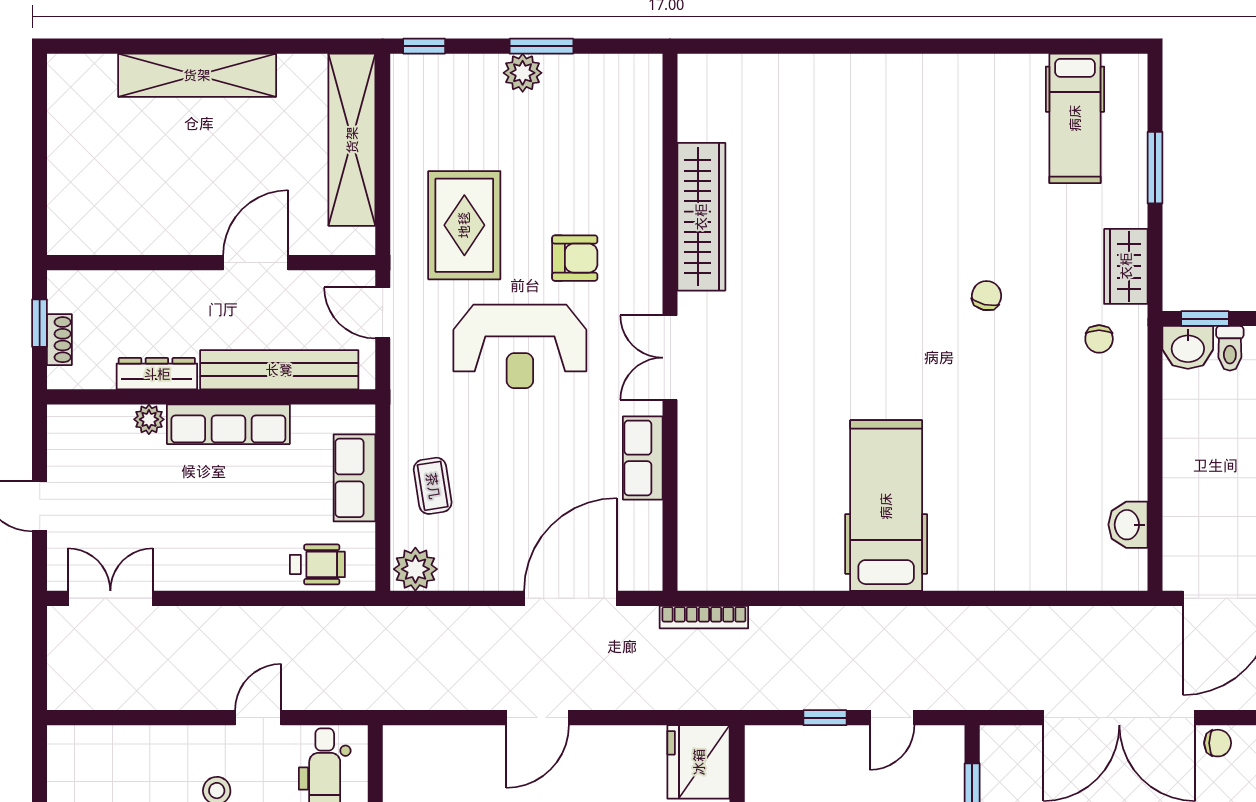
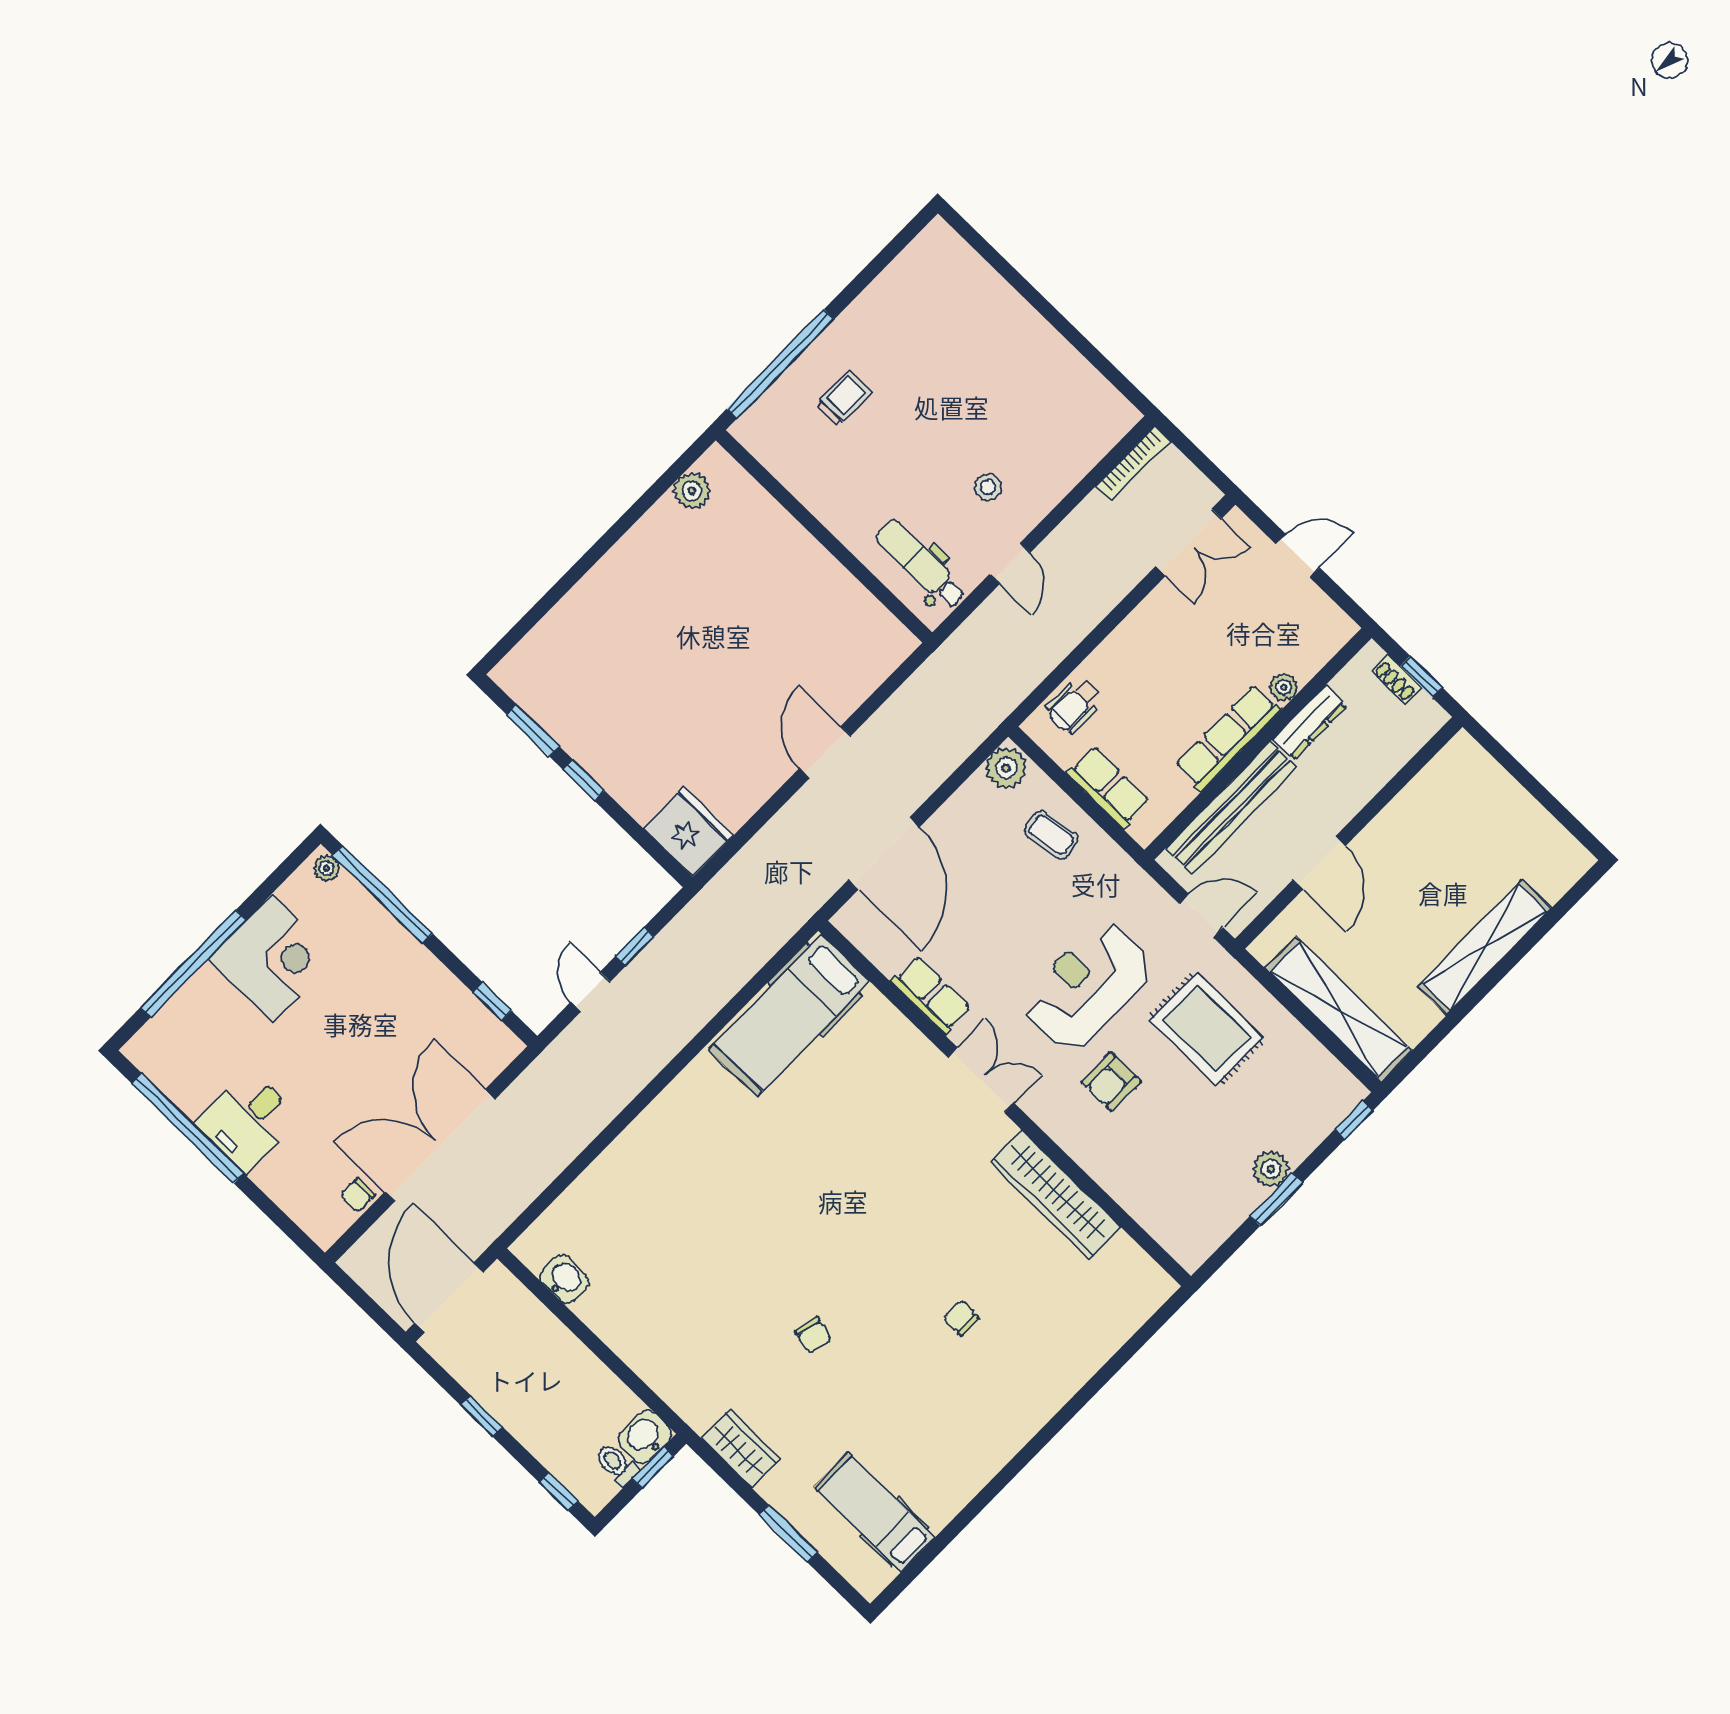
chair: (1099, 339) -> (961, 1318), moved
hospital bed: (886, 506) -> (789, 1015), moved, turned 90
bookcase: (704, 617) -> (1133, 463), moved, turned 180

